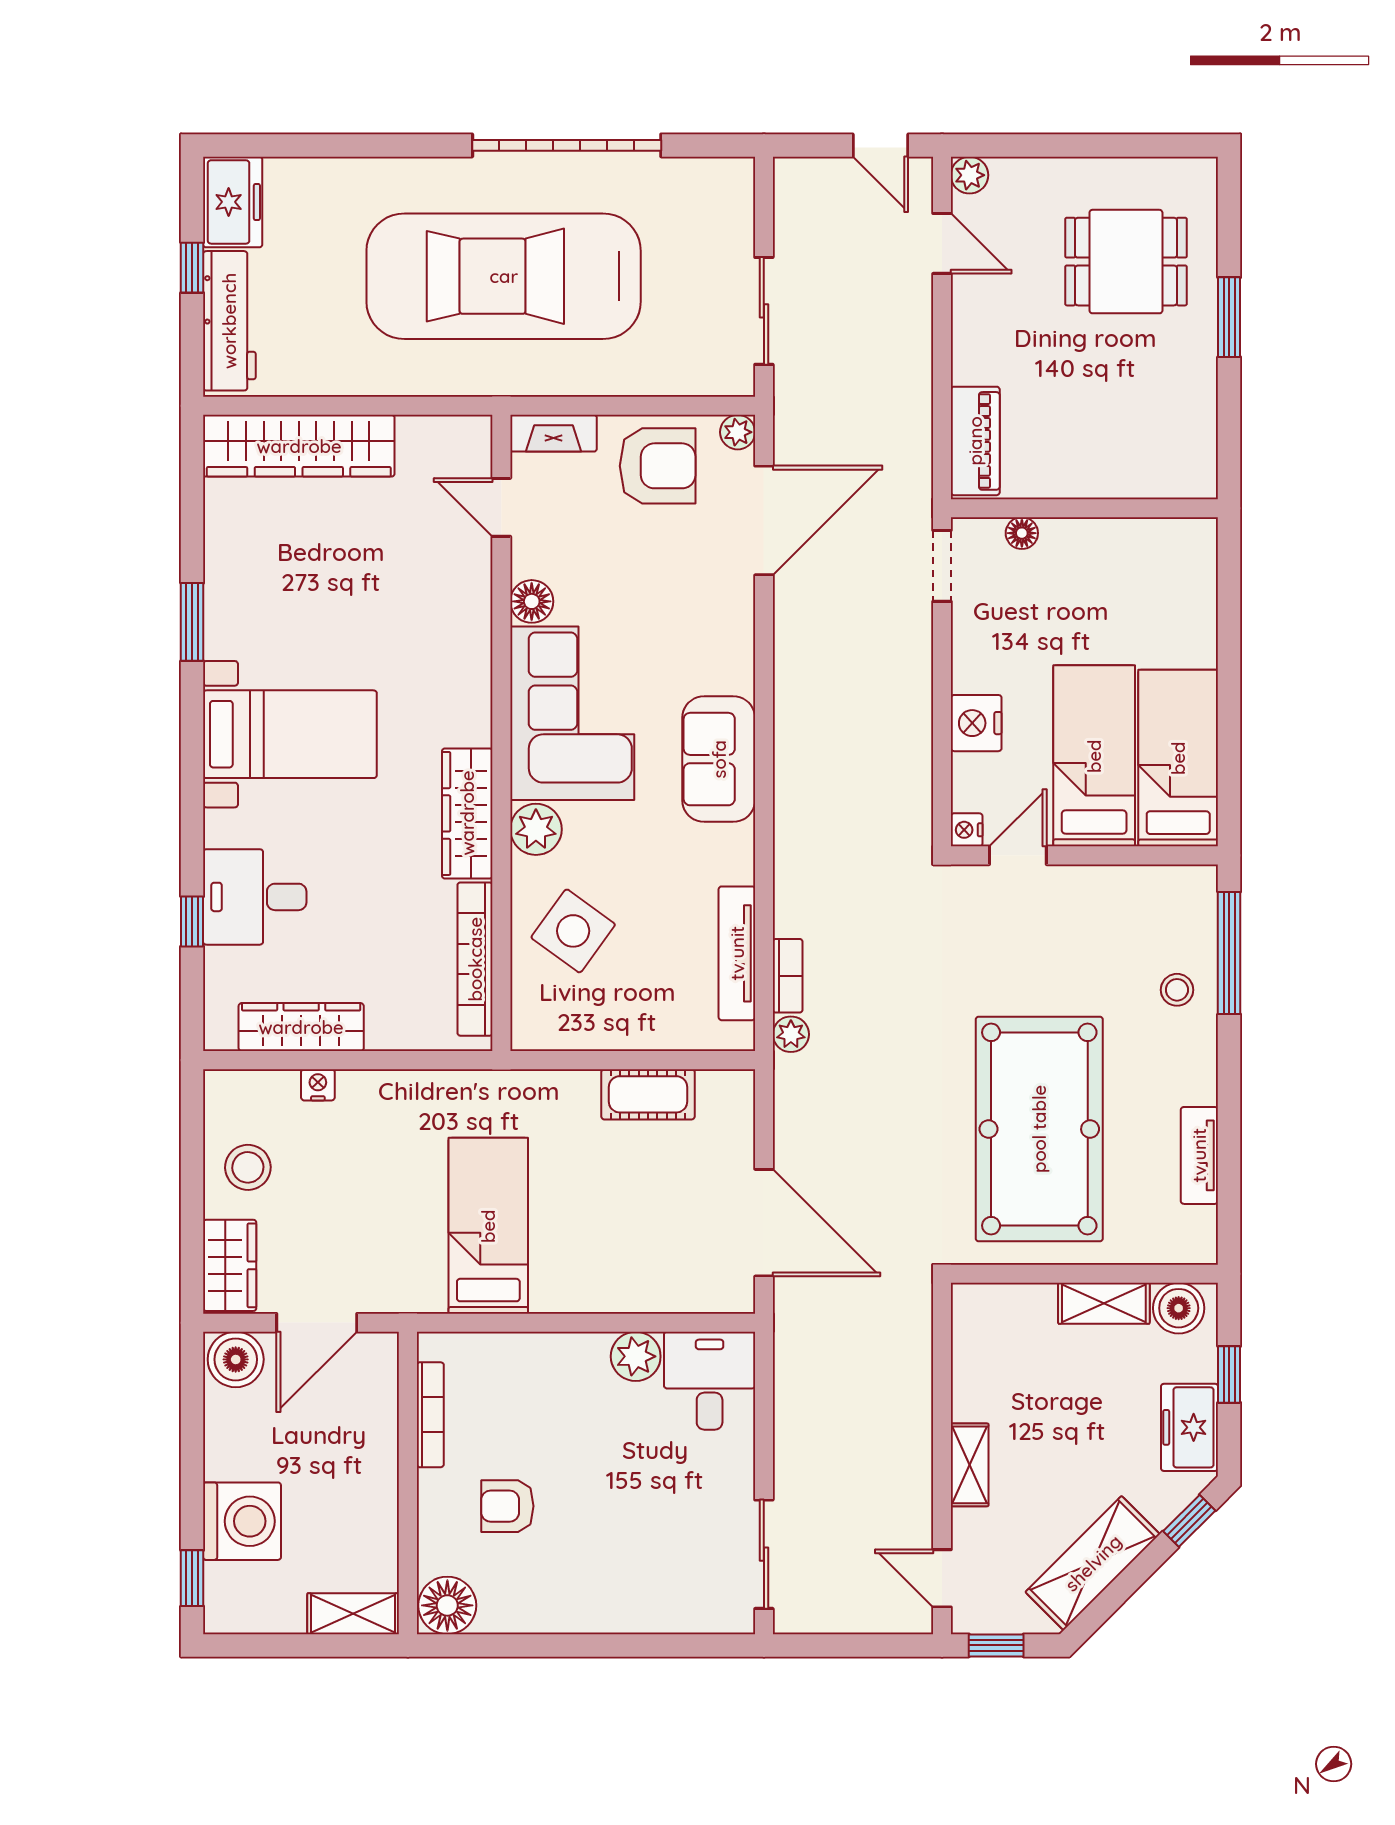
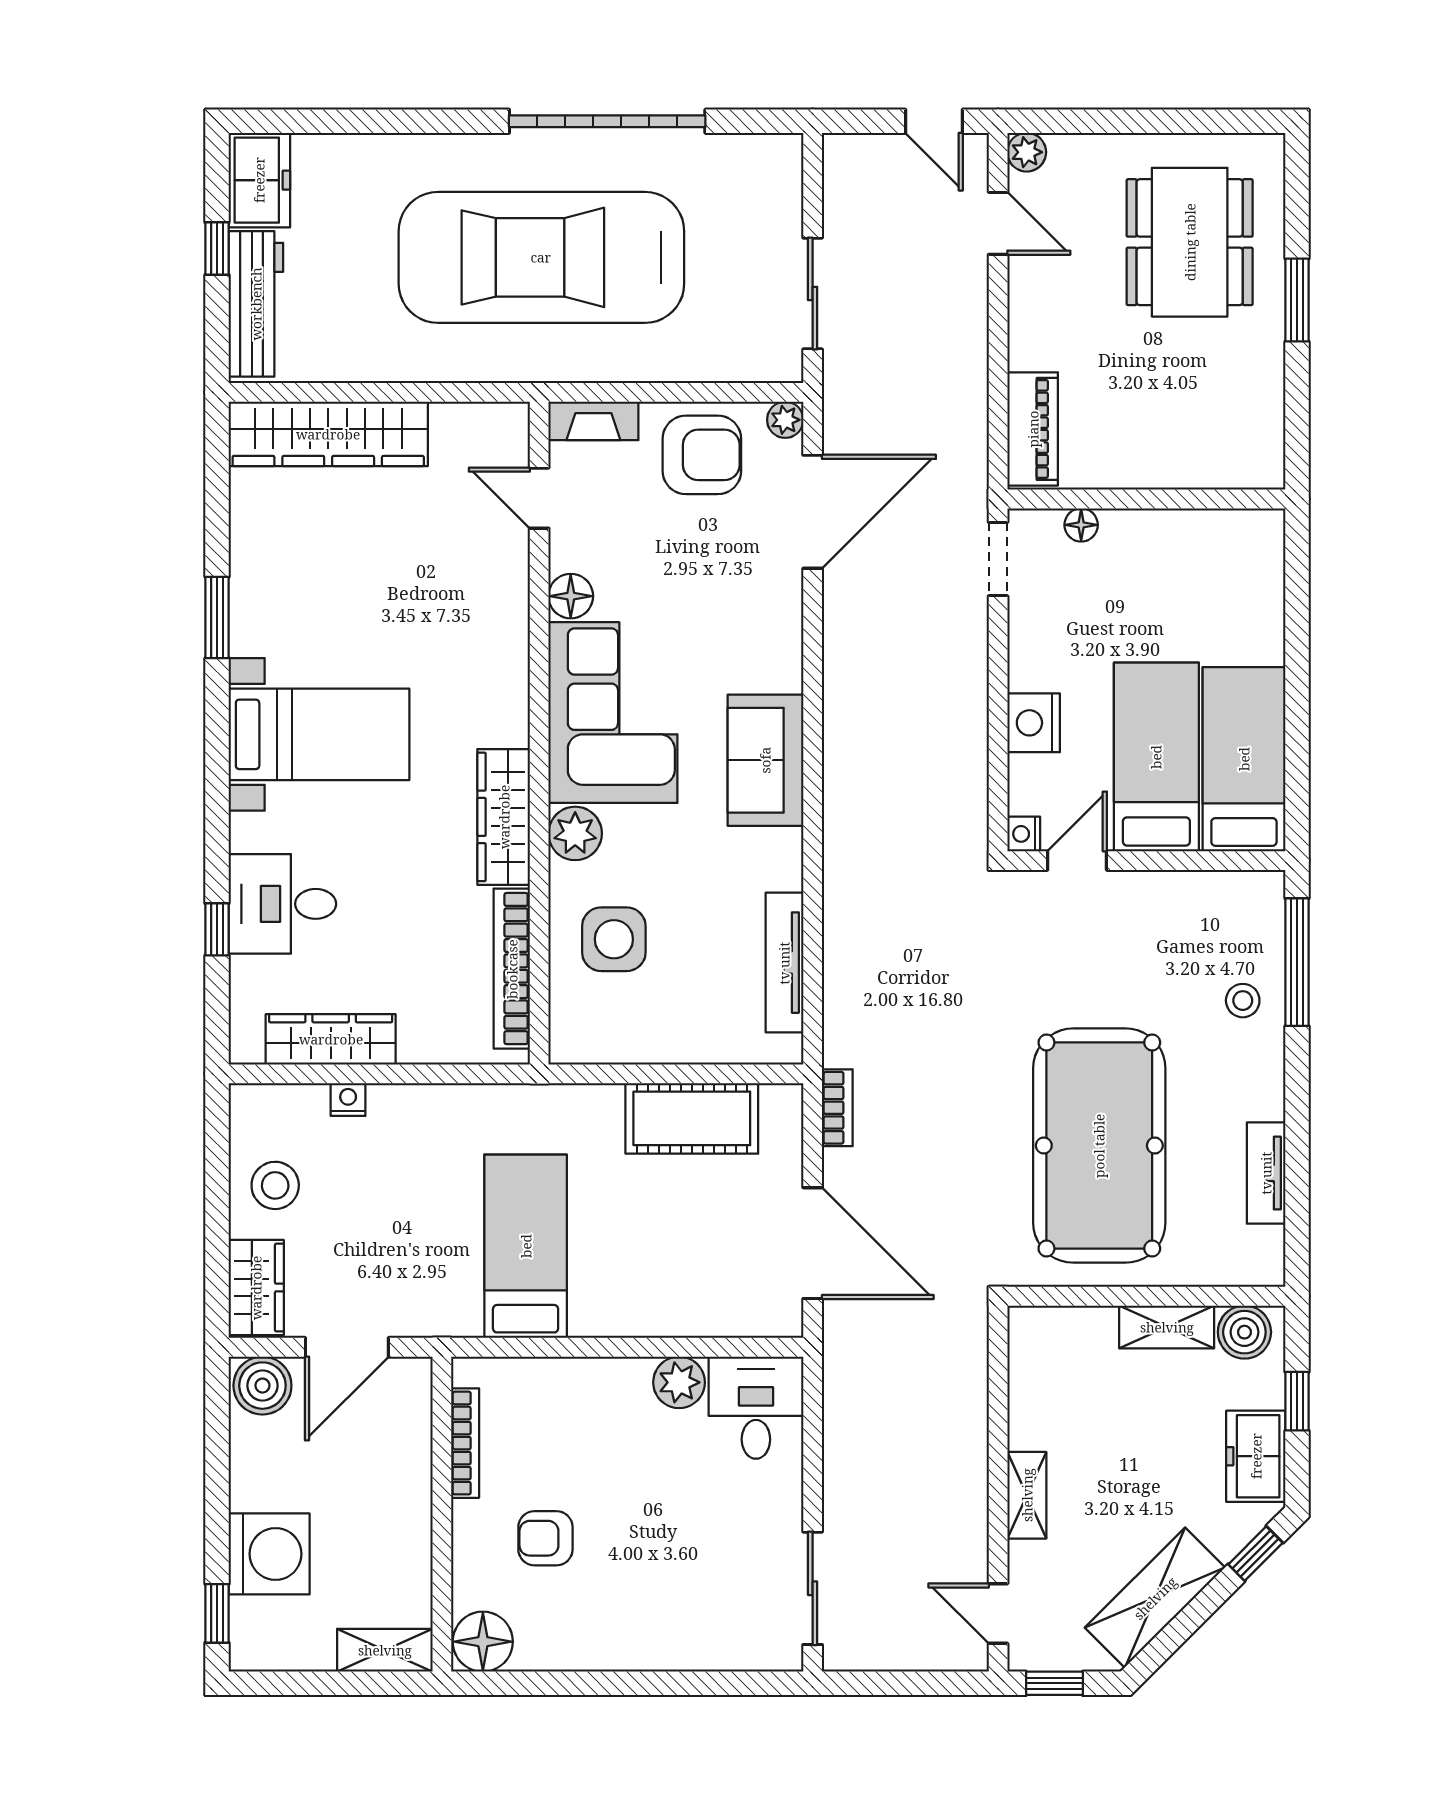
dining table: (1126, 262) -> (1190, 242), width x1.37
side table: (573, 931) -> (614, 939), turned -36
bookcase: (788, 976) -> (837, 1108), moved
plant: (791, 1034) -> (841, 1047), removed
cot: (648, 1094) -> (692, 1118), width x1.37, depth x1.34

